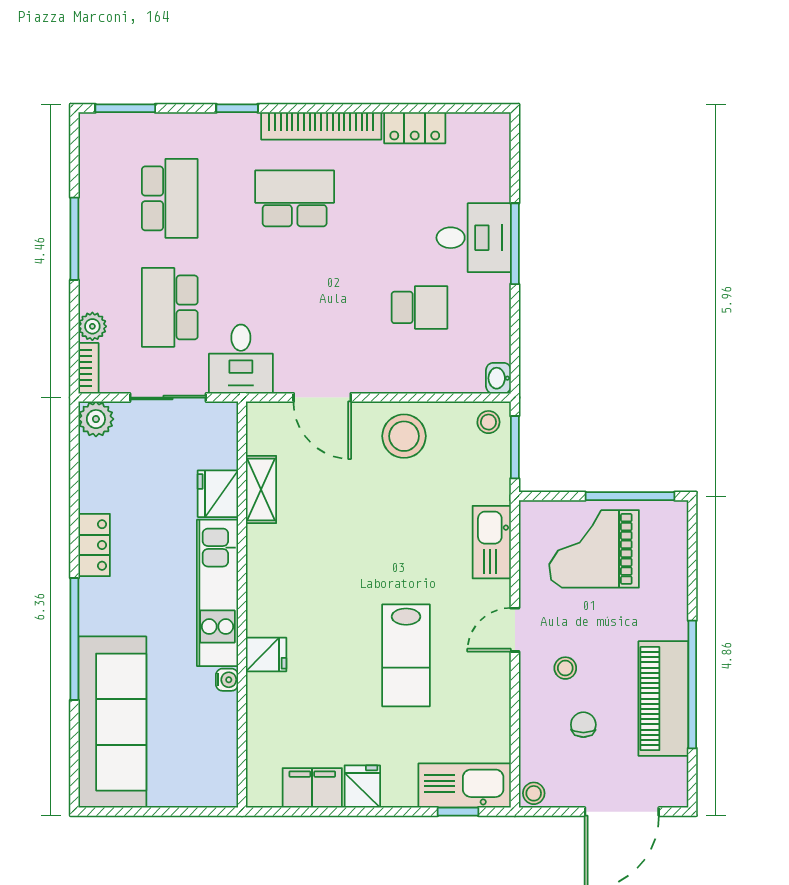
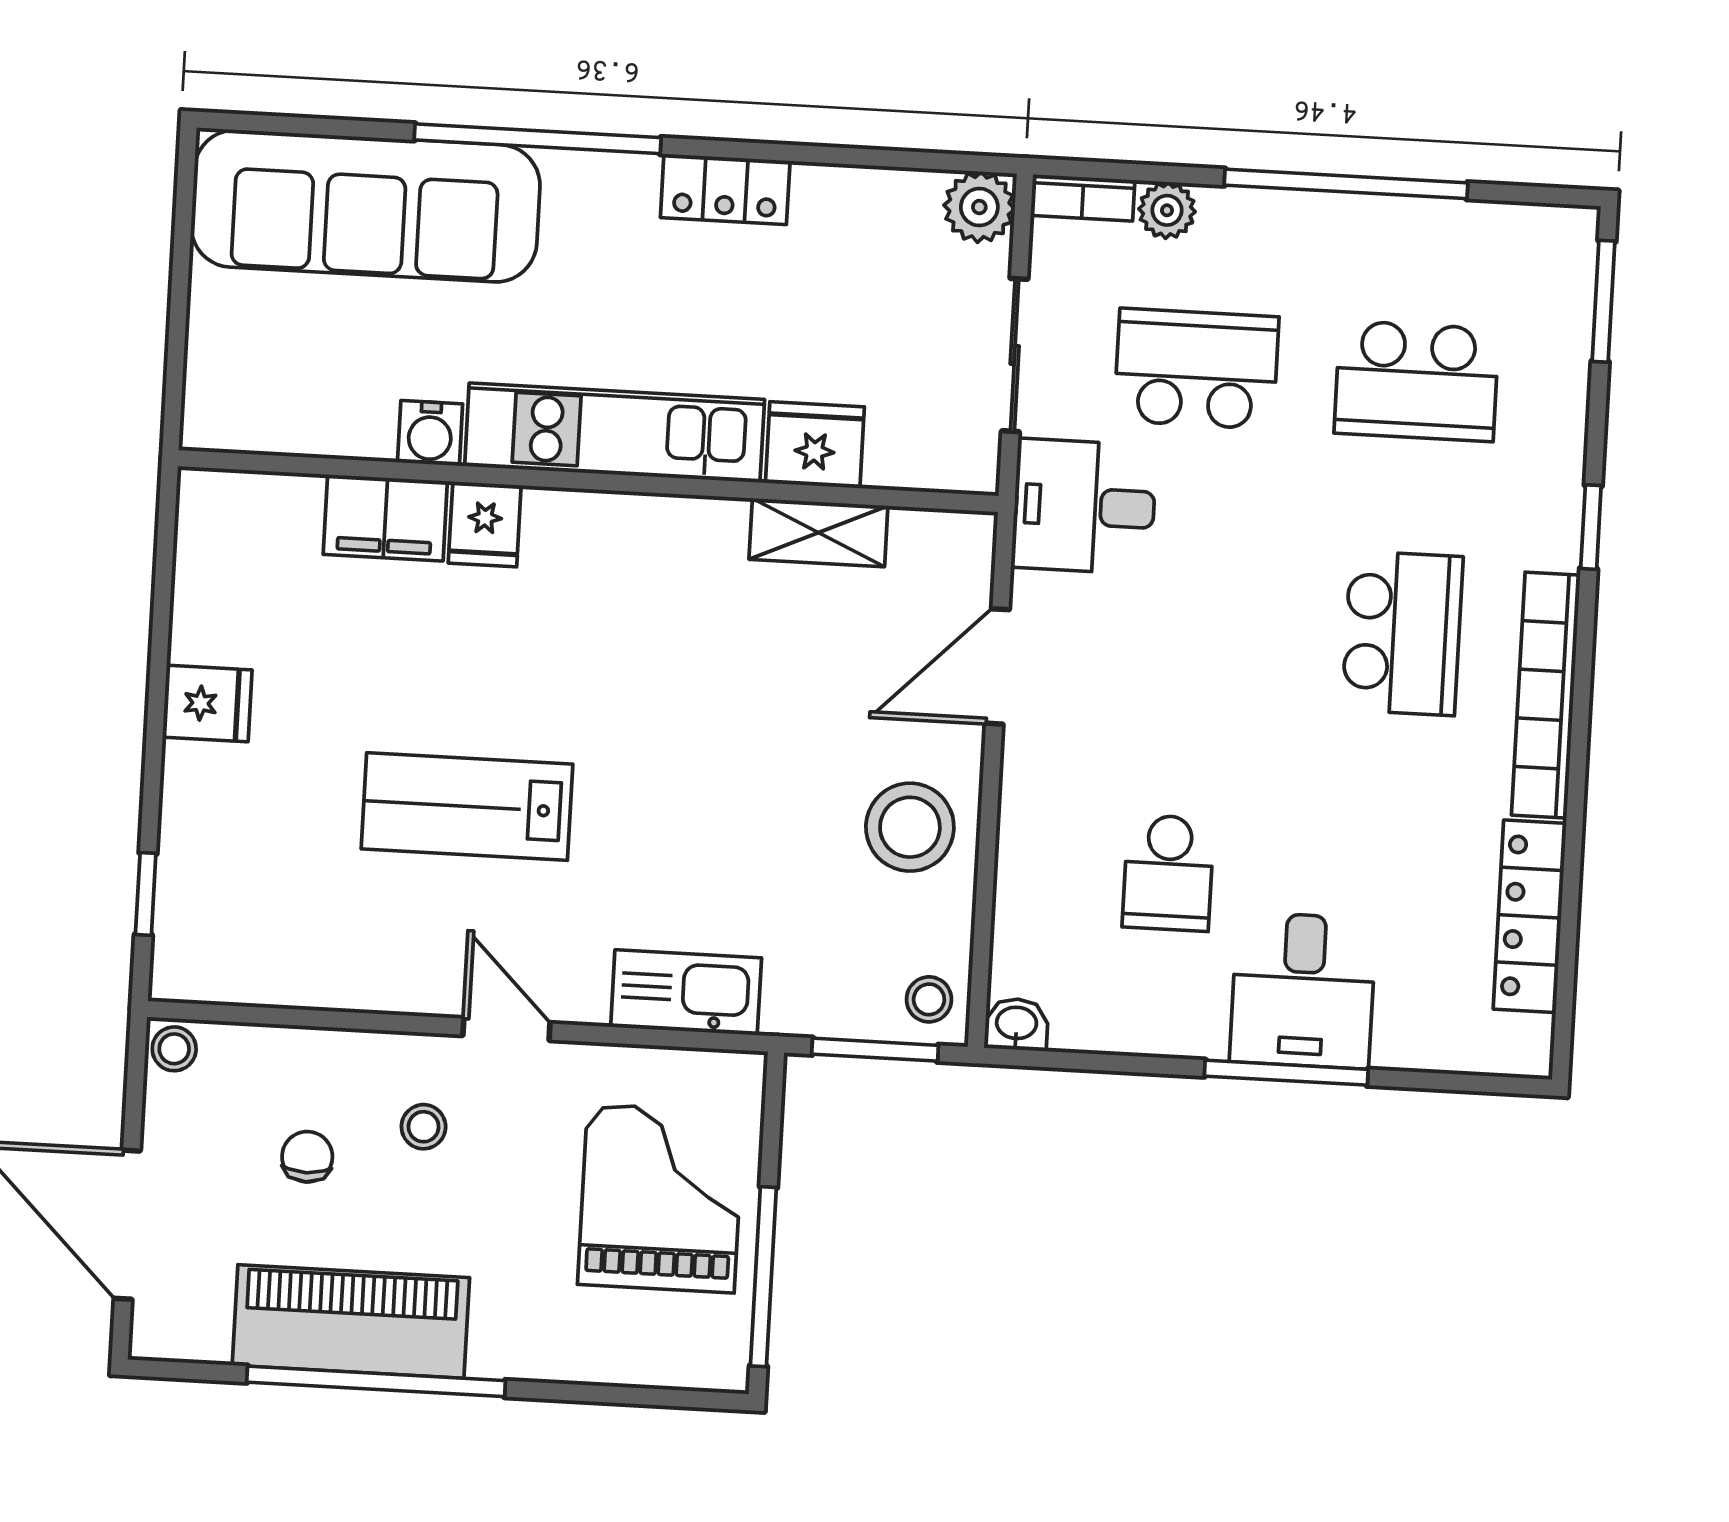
locker: (415, 128) -> (1530, 916), width x1.53
window: (74, 239) -> (1346, 184), width x1.46
water cooler: (227, 680) -> (430, 433), width x1.38, depth x1.38
chair: (583, 725) -> (307, 1157), turned -90
kitchen sink: (465, 786) -> (198, 910), removed
filing cabinet: (312, 788) -> (385, 518), moved, turned 90

